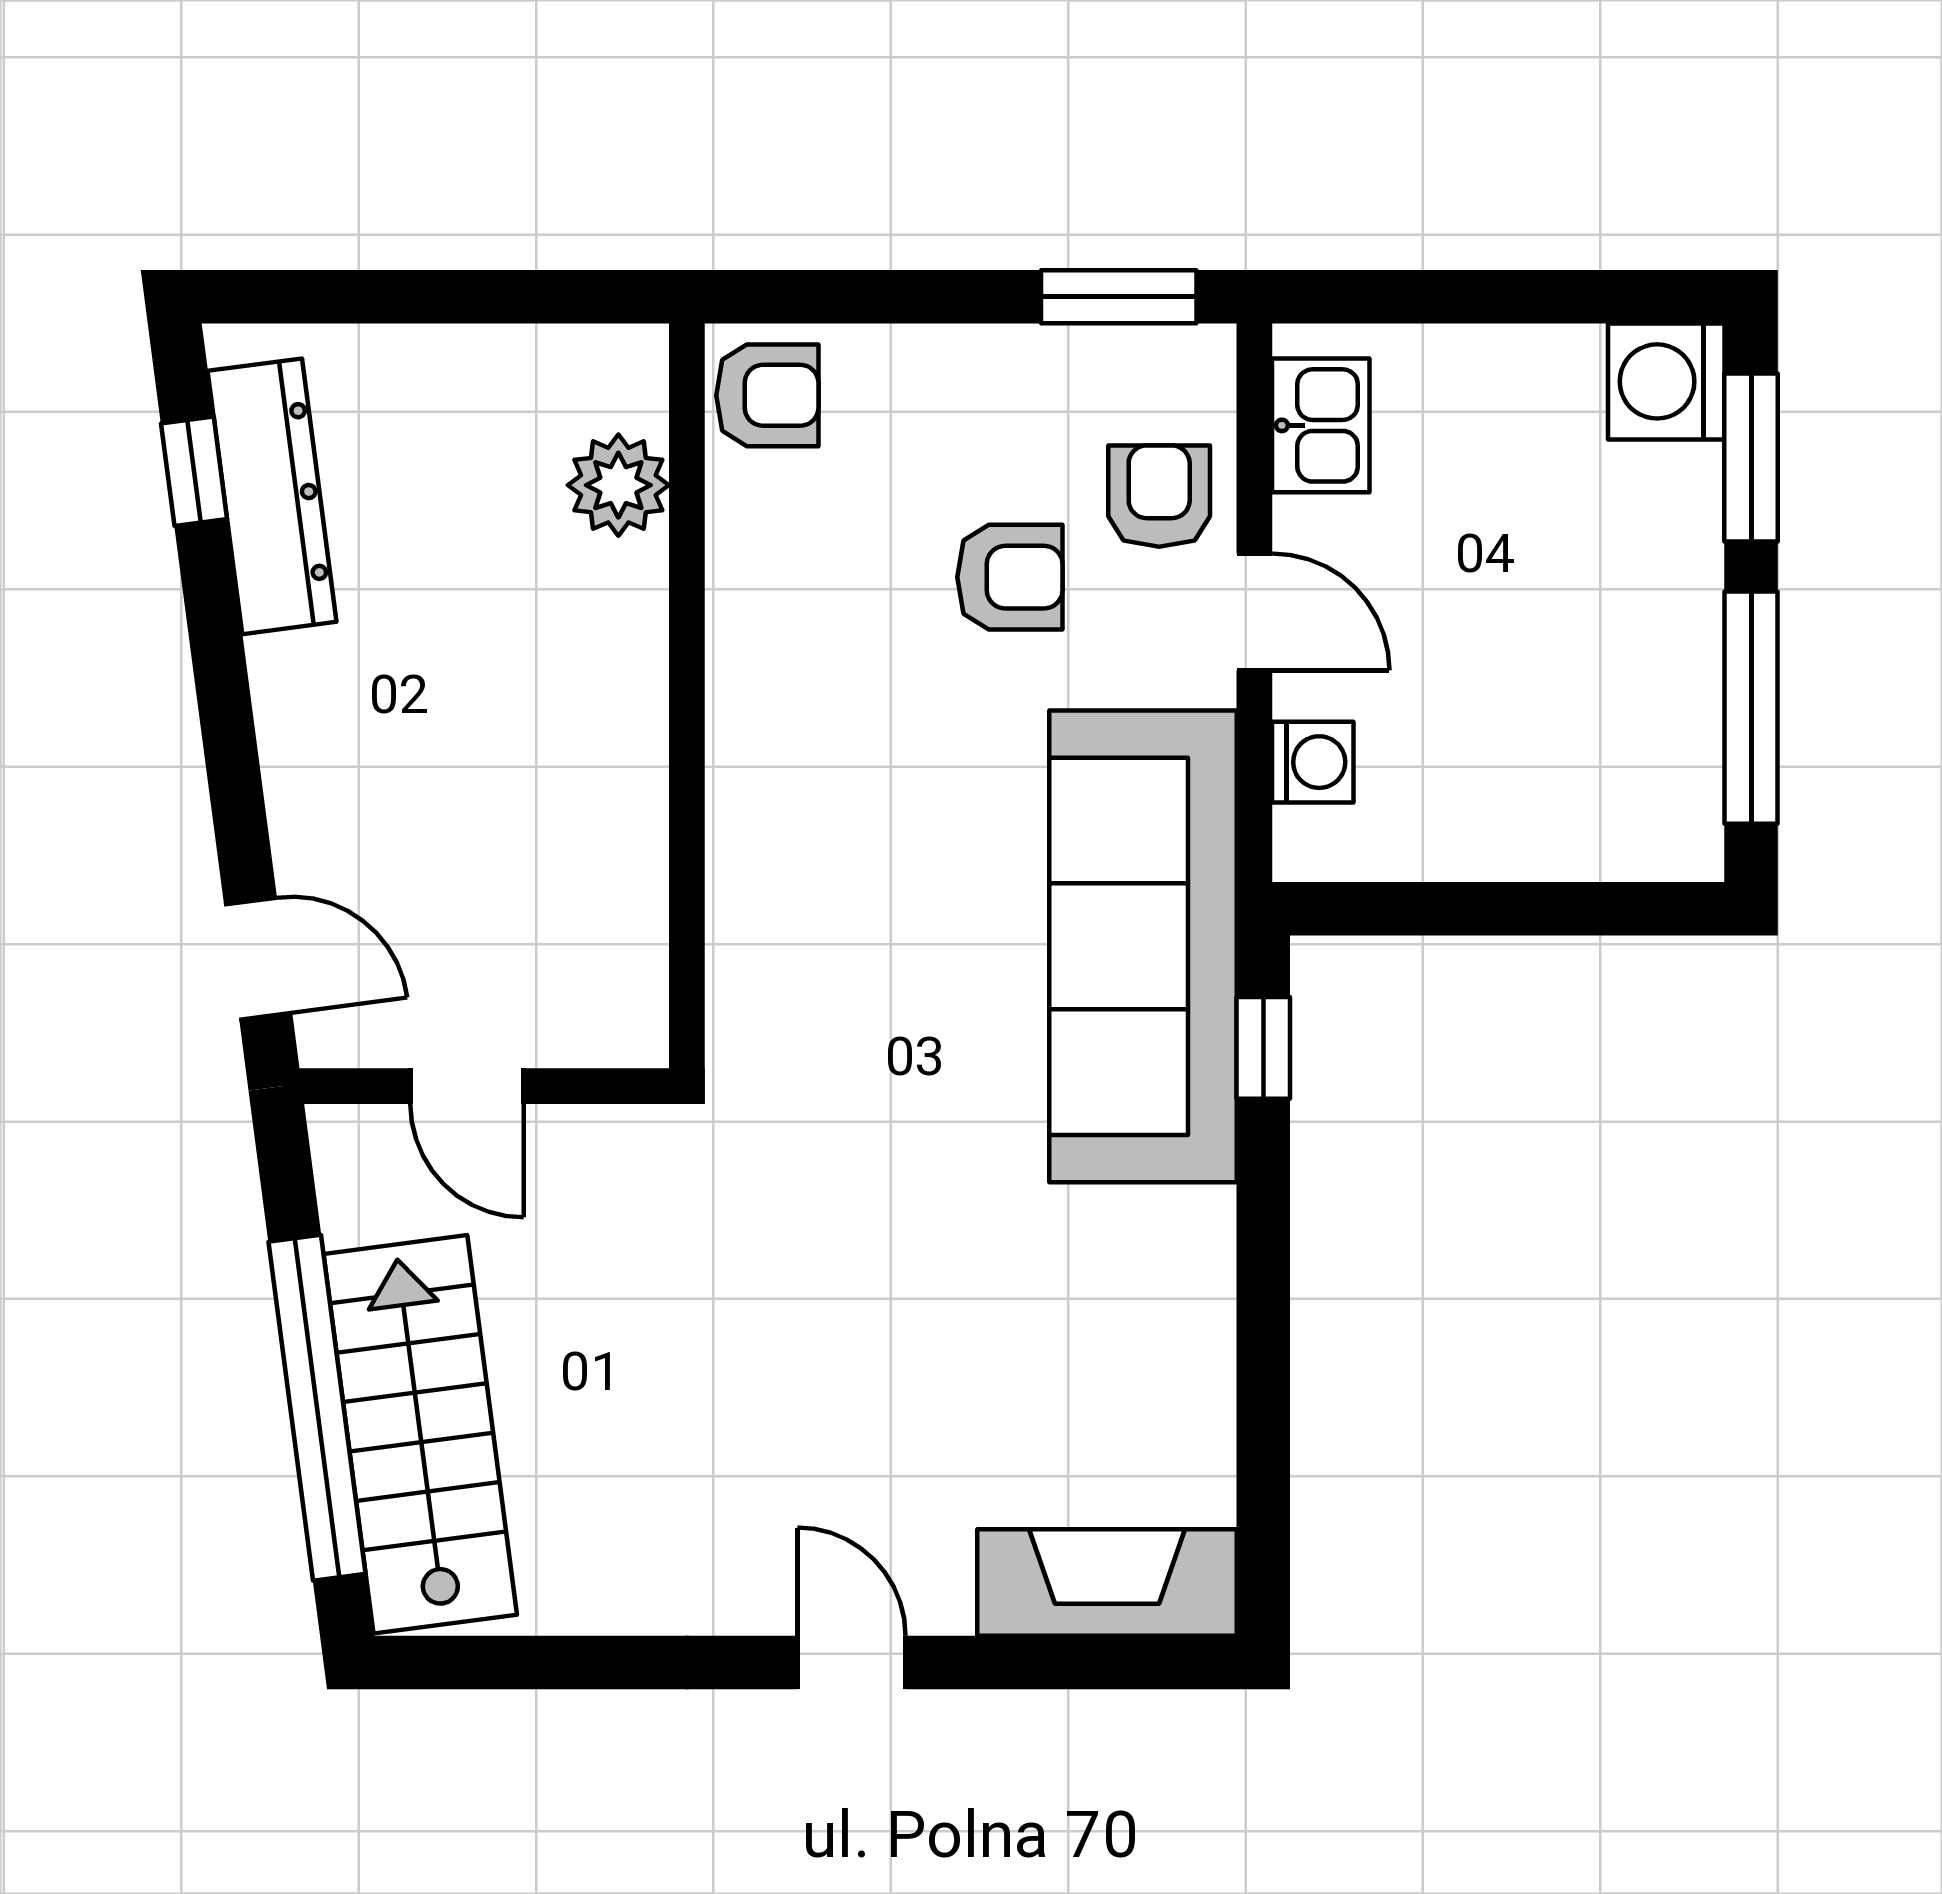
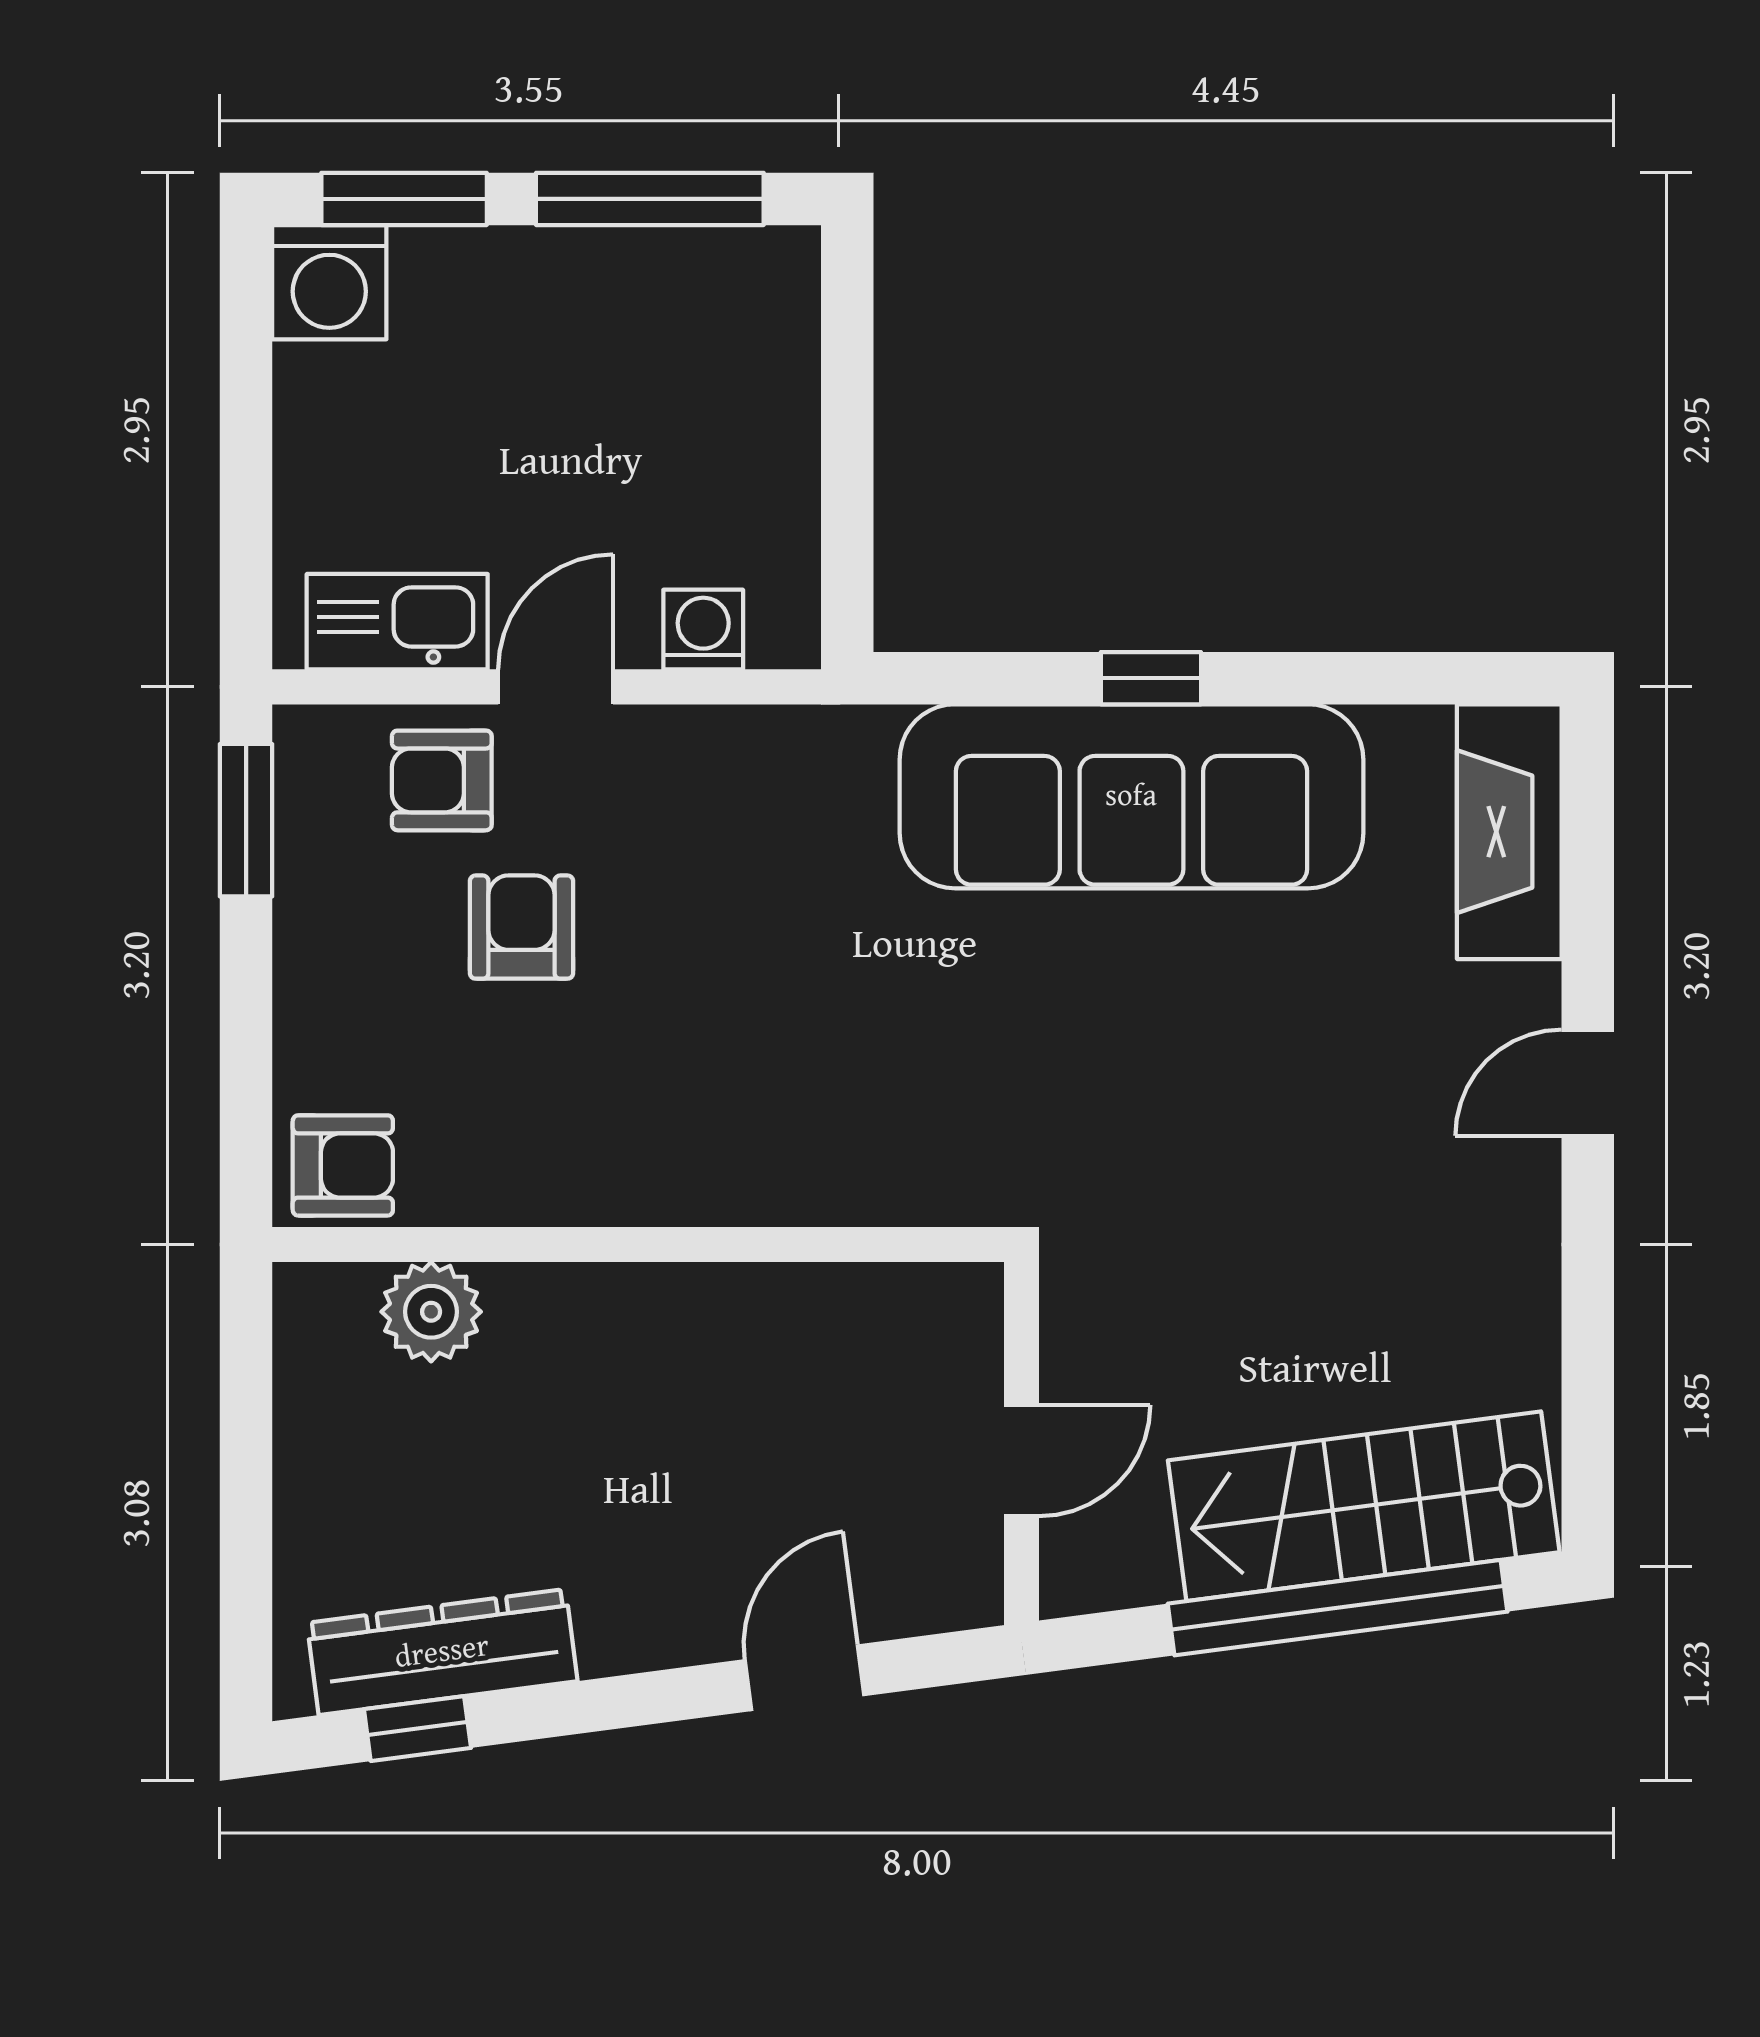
armchair: (767, 395) -> (343, 1165), turned 90
kitchen sink: (1321, 425) -> (397, 622), width x1.38
sofa: (1143, 946) -> (1131, 796), moved
door: (258, 959) -> (805, 1678), moved
window: (1263, 1048) -> (1151, 678), moved

